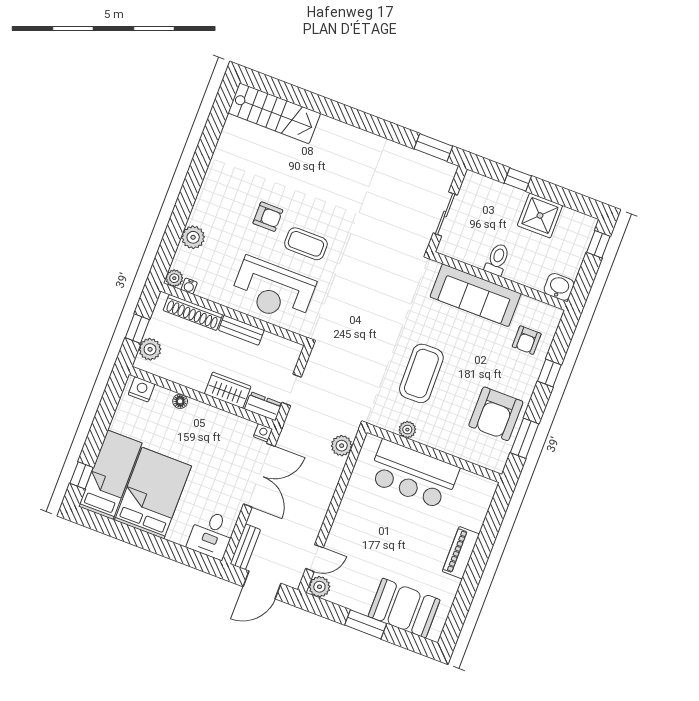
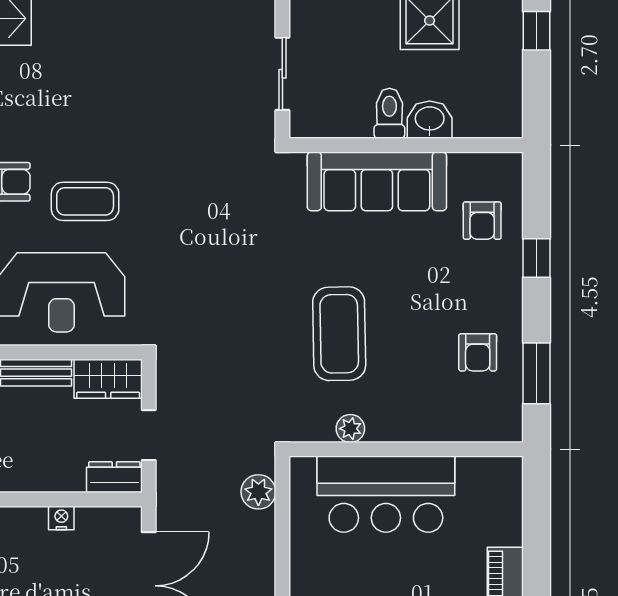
washbasin: (559, 287) -> (430, 120), moved
wardrobe: (228, 390) -> (108, 379), moved, turned 180
armchair: (496, 414) -> (478, 352), width x0.53, depth x0.53
nightstand: (263, 433) -> (61, 518), moved

